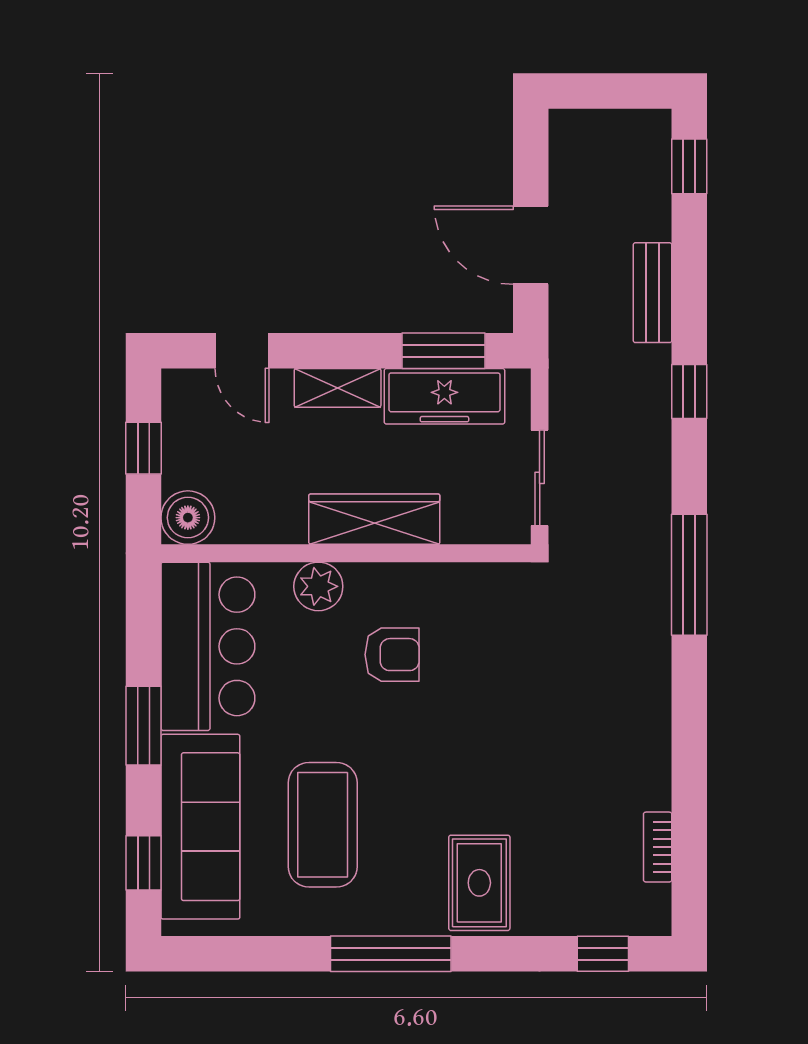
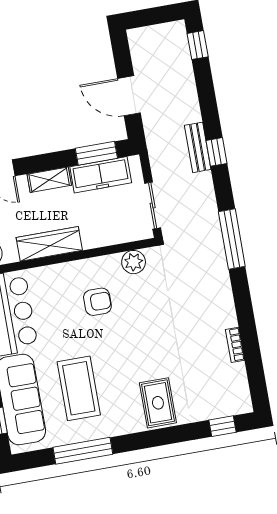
bench: (653, 293) -> (198, 147), moved
wardrobe: (374, 519) -> (49, 244), moved
plant: (318, 586) -> (134, 262), moved
bookcase: (658, 847) -> (235, 345), moved
window: (391, 954) -> (83, 451), moved

